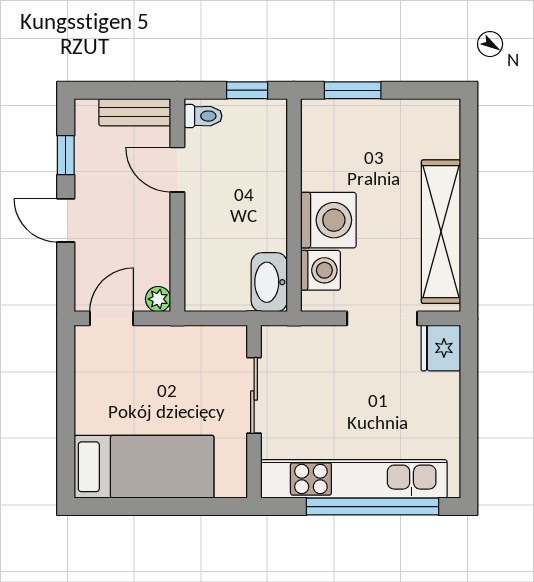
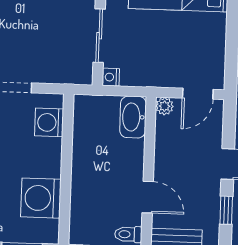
washing machine: (328, 220) -> (41, 198), moved
washbasin: (269, 282) -> (133, 117), moved, turned 180
nightstand: (236, 338) -> (111, 77), added

